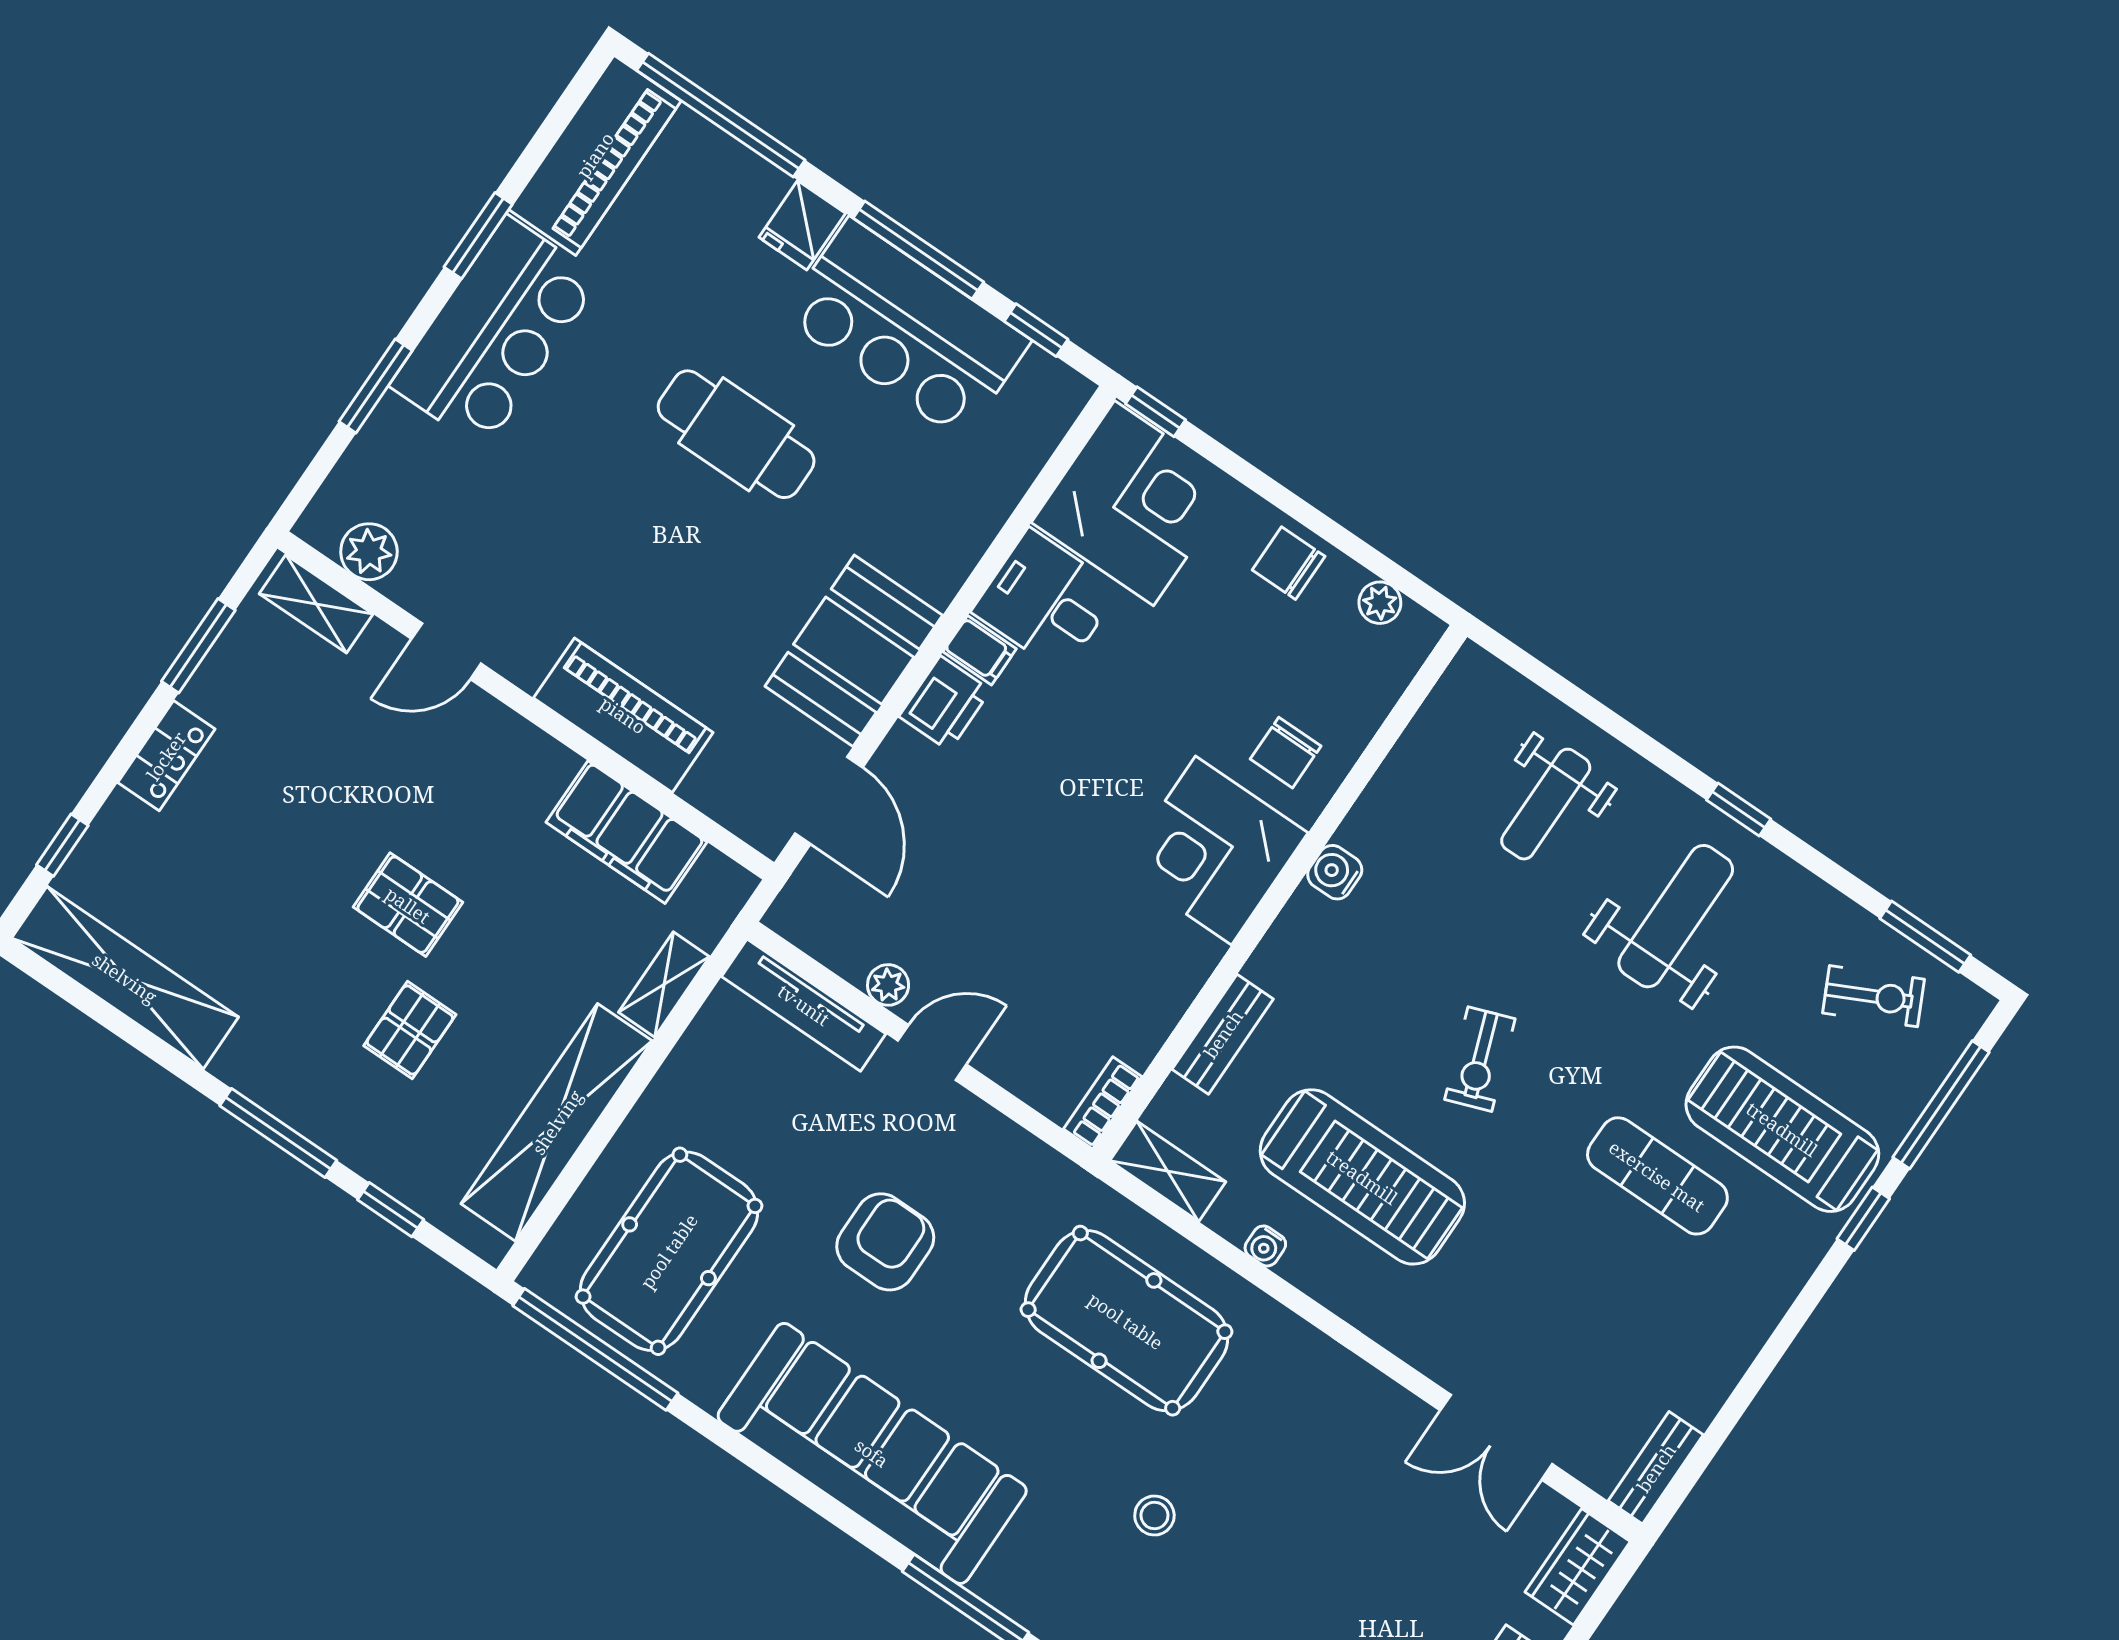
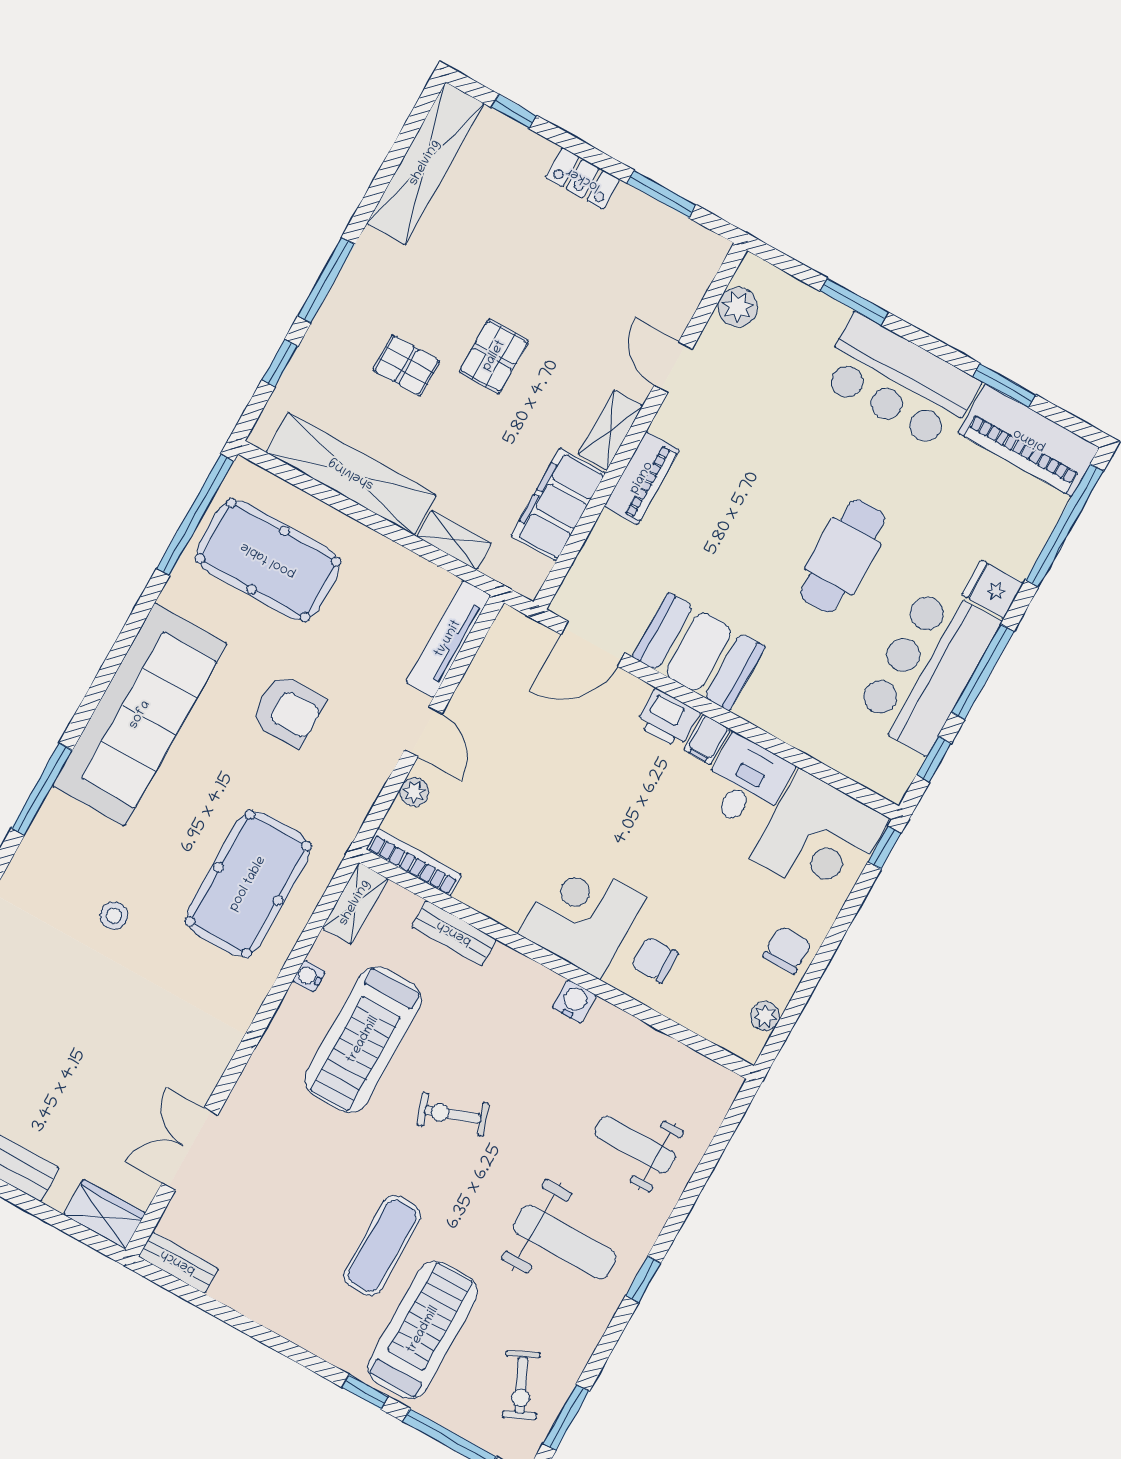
window: (478, 236) -> (1004, 386), moved
shelving: (316, 604) -> (611, 430), moved
piano: (623, 715) -> (642, 478), width x0.73, depth x0.75
plant: (888, 985) -> (414, 792), moved
bookcase: (1103, 1103) -> (414, 862), width x1.56

